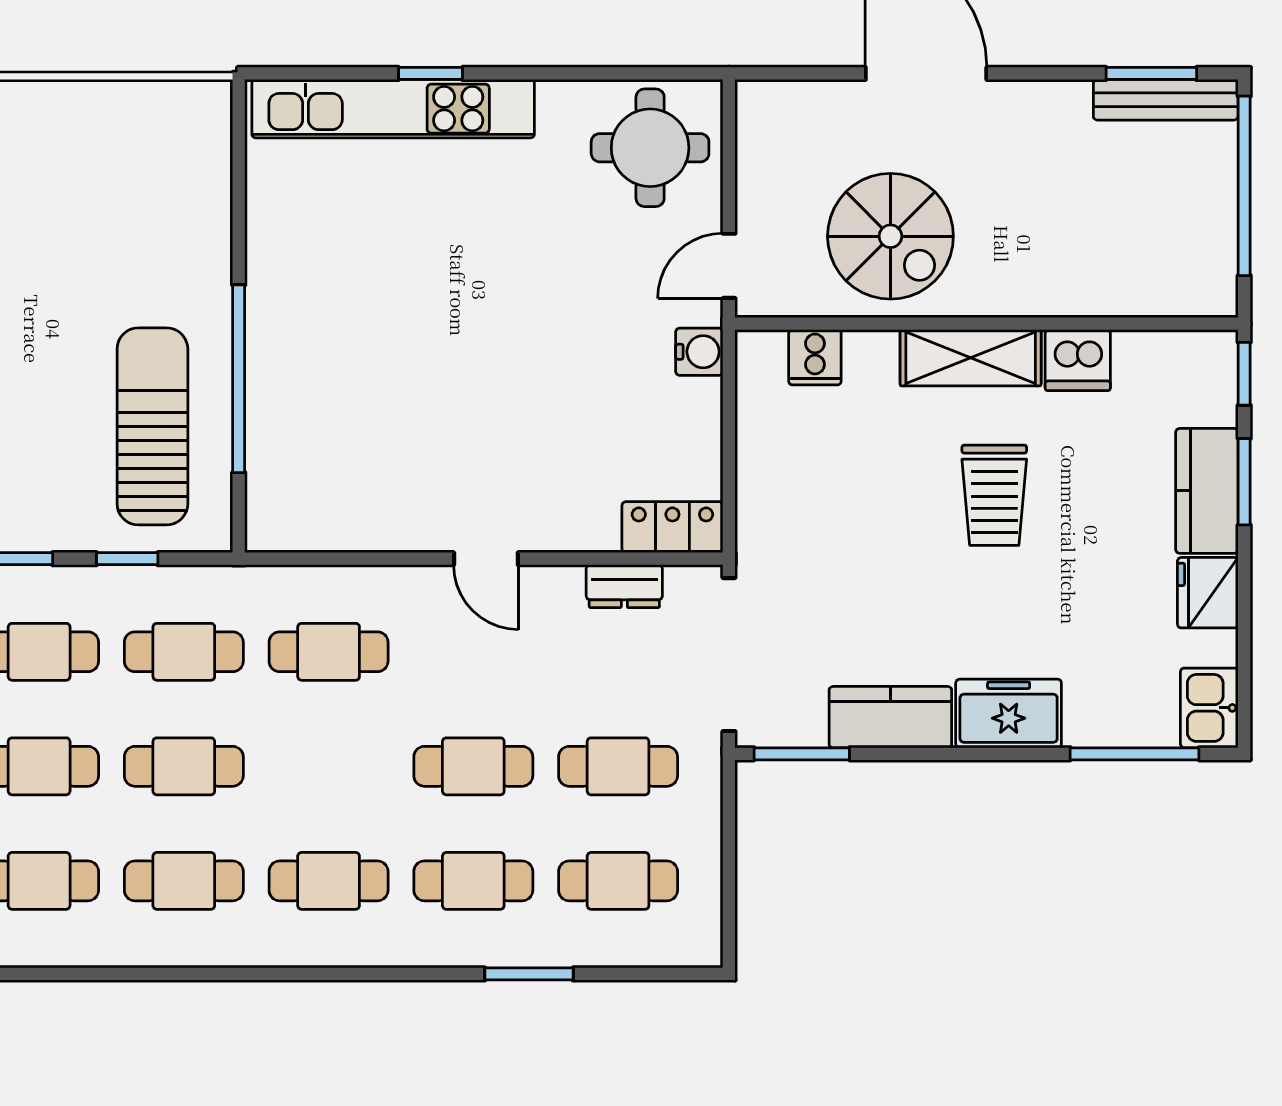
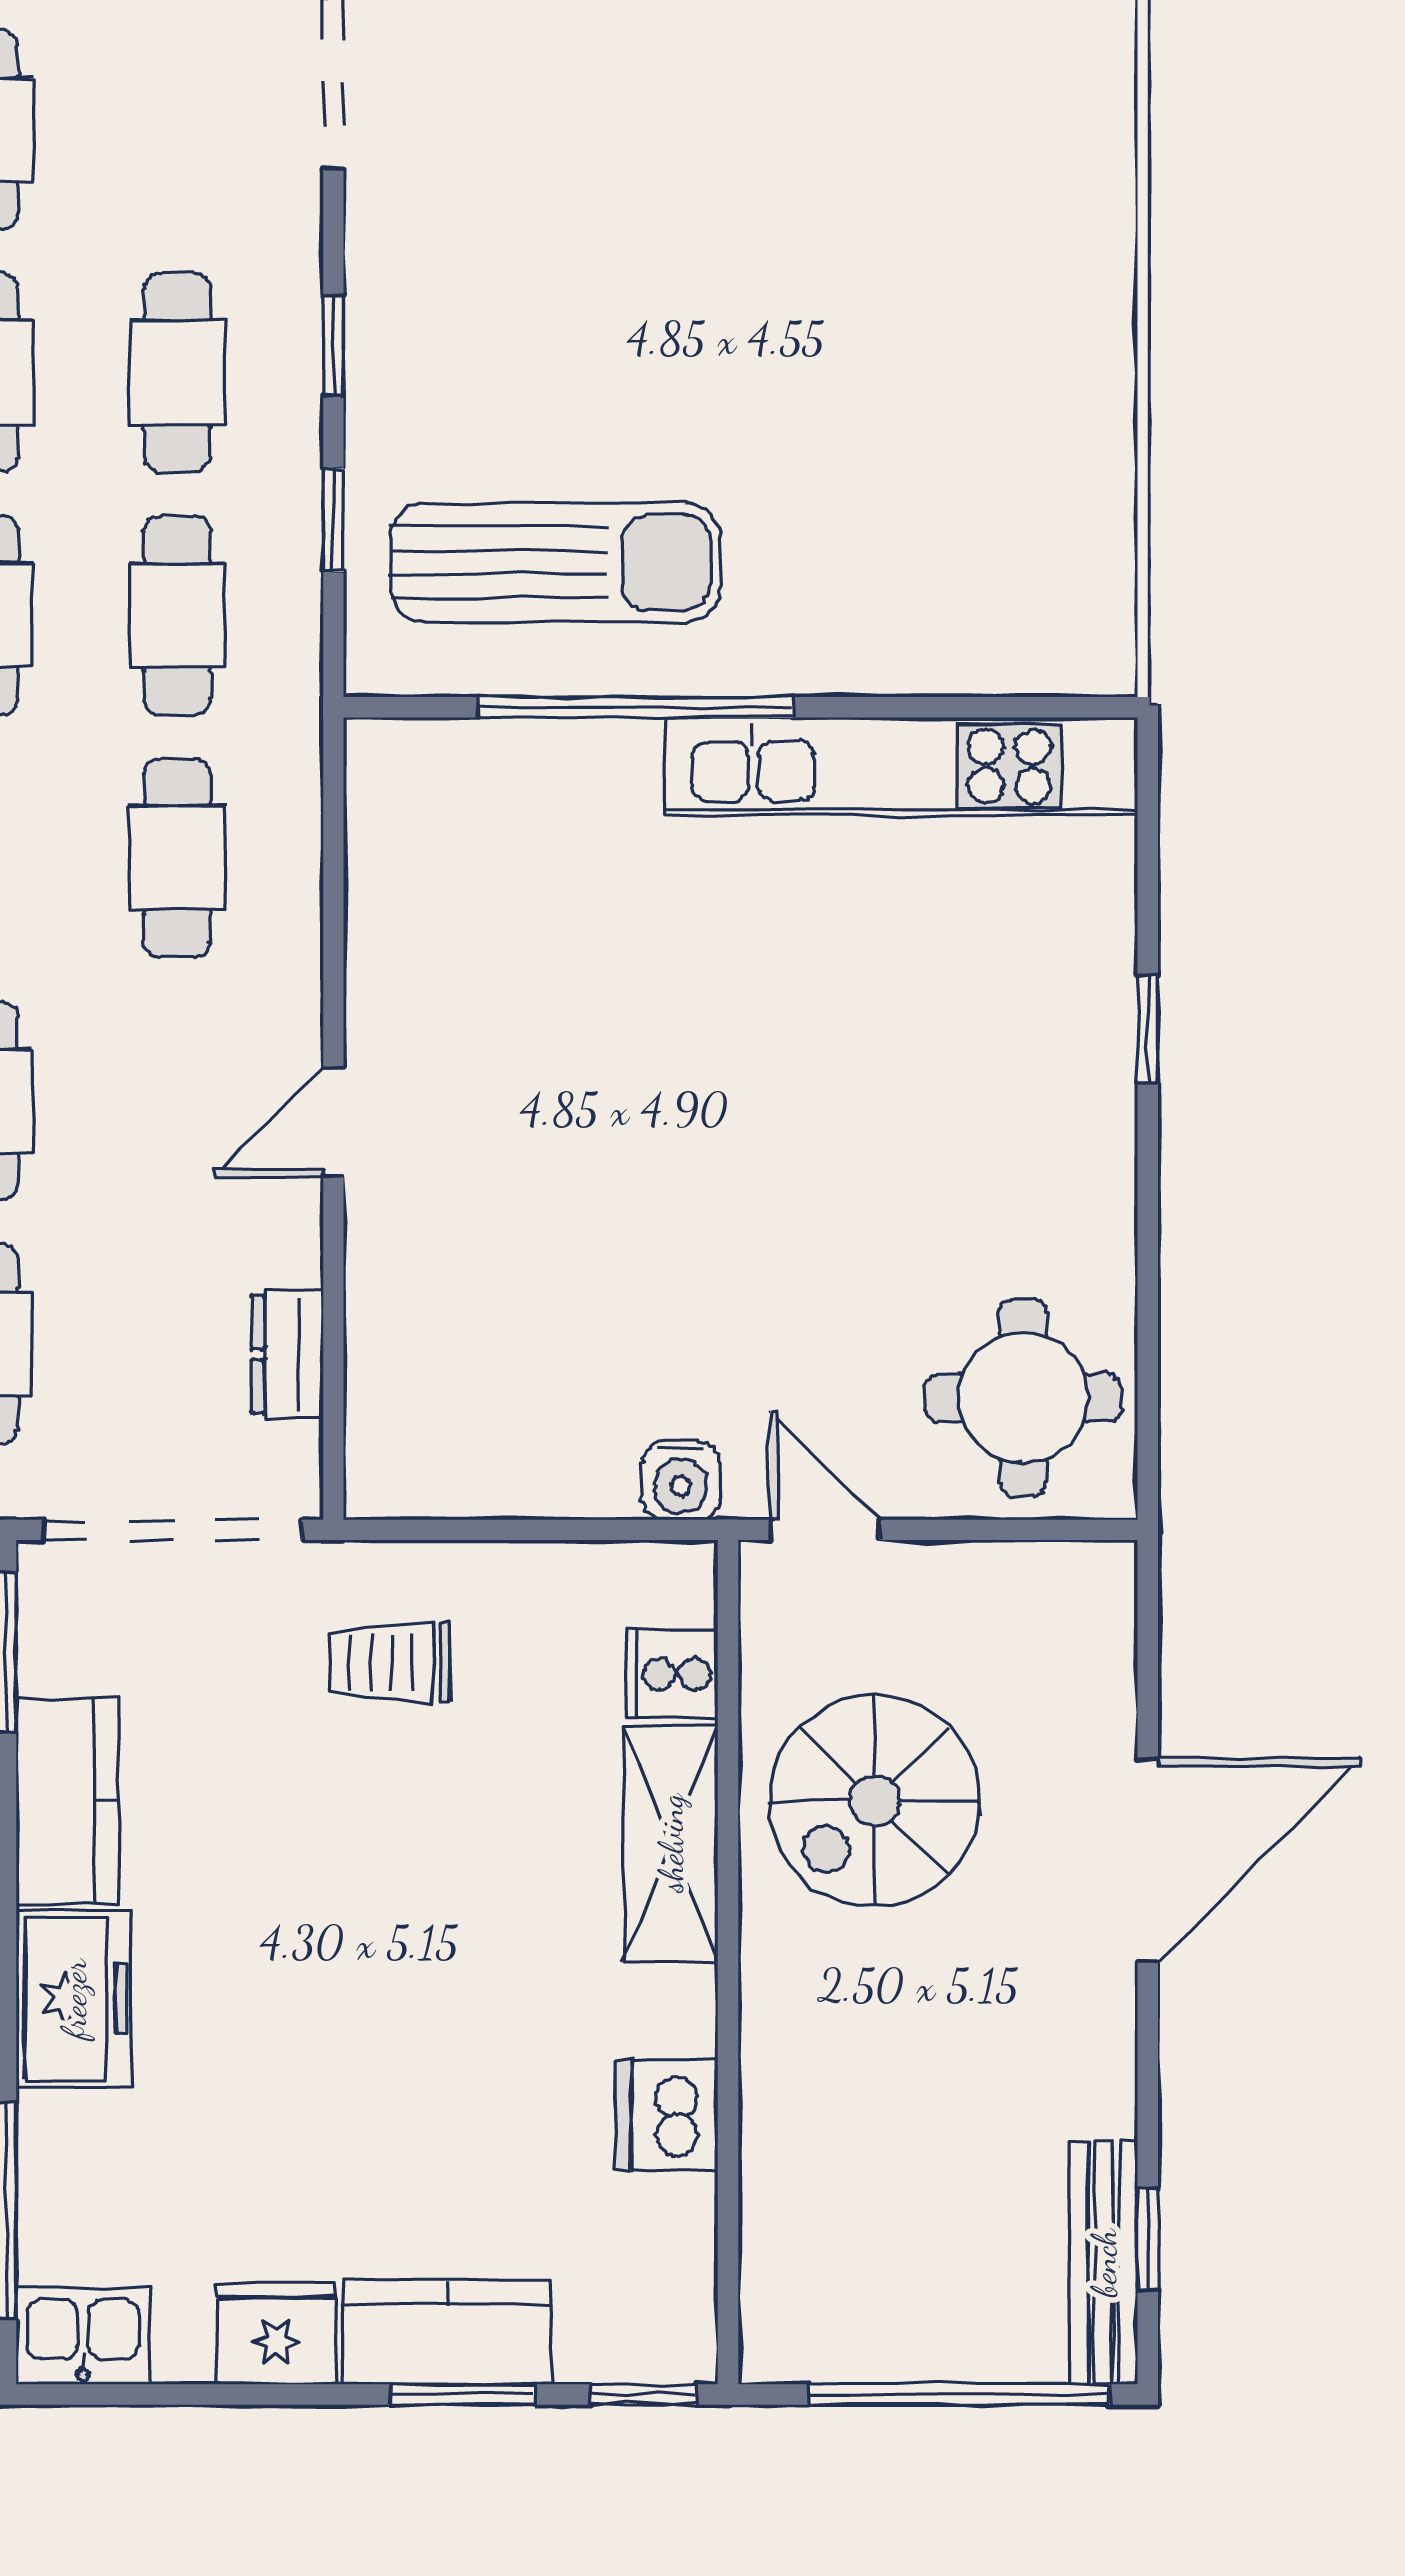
window: (1151, 73) -> (1148, 2239), width x0.67
kitchen unit: (393, 109) -> (900, 766), moved, turned -90
shelving: (971, 358) -> (671, 1843), moved
trolley: (994, 495) -> (389, 1663), moved, width x0.73, depth x0.72
locker: (672, 527) -> (386, 1435), removed

